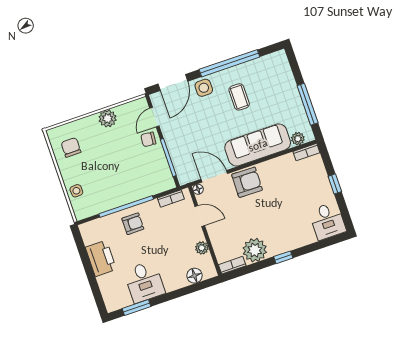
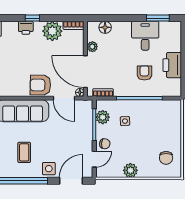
plant: (161, 170) -> (103, 117), added
side table: (76, 191) -> (125, 121), moved
door: (200, 216) -> (85, 72), width x1.88
armchair: (133, 224) -> (144, 73), moved, turned 90
printer: (287, 243) -> (26, 28), added

